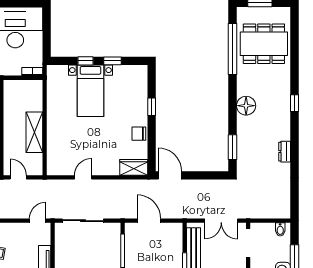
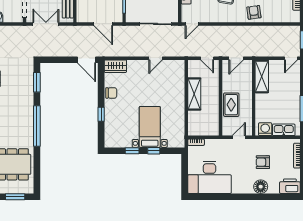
window: (233, 49) -> (37, 126), moved
floor lamp: (246, 106) -> (26, 115), removed

